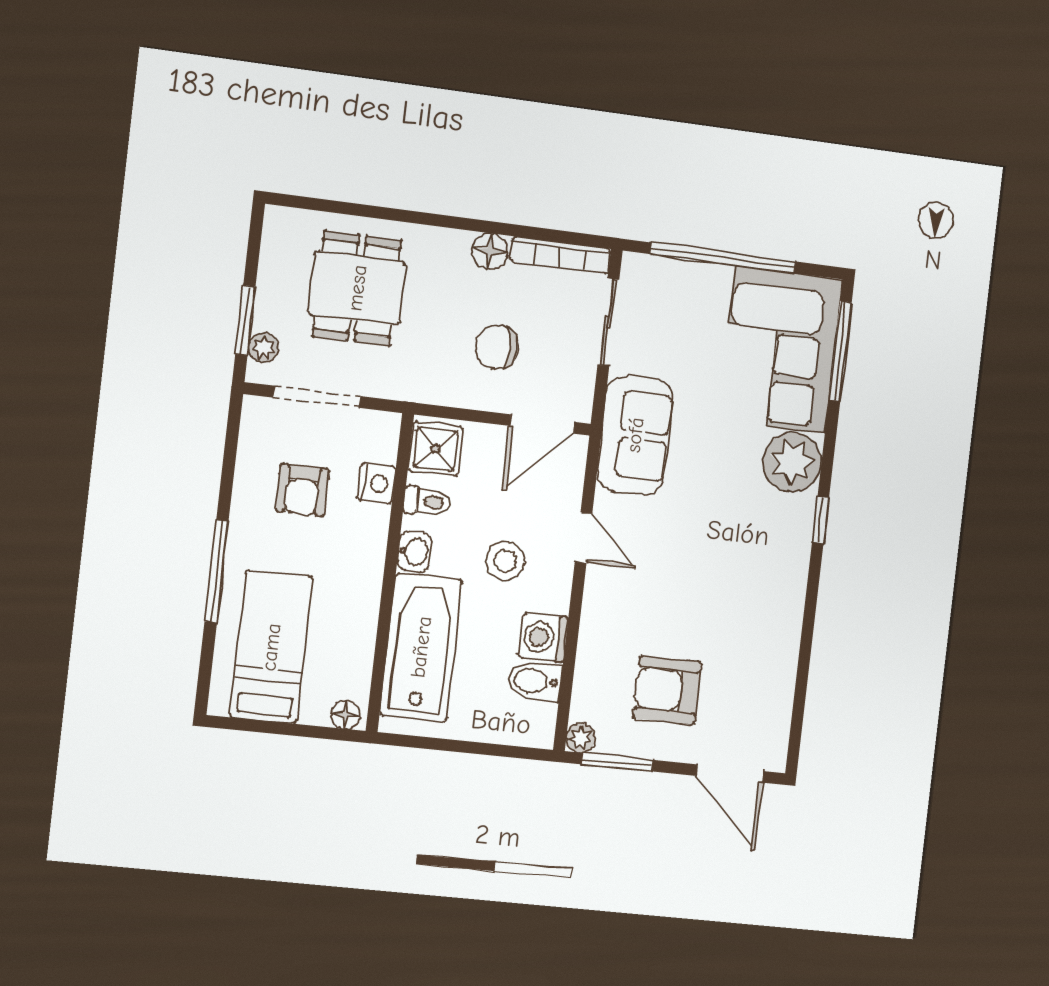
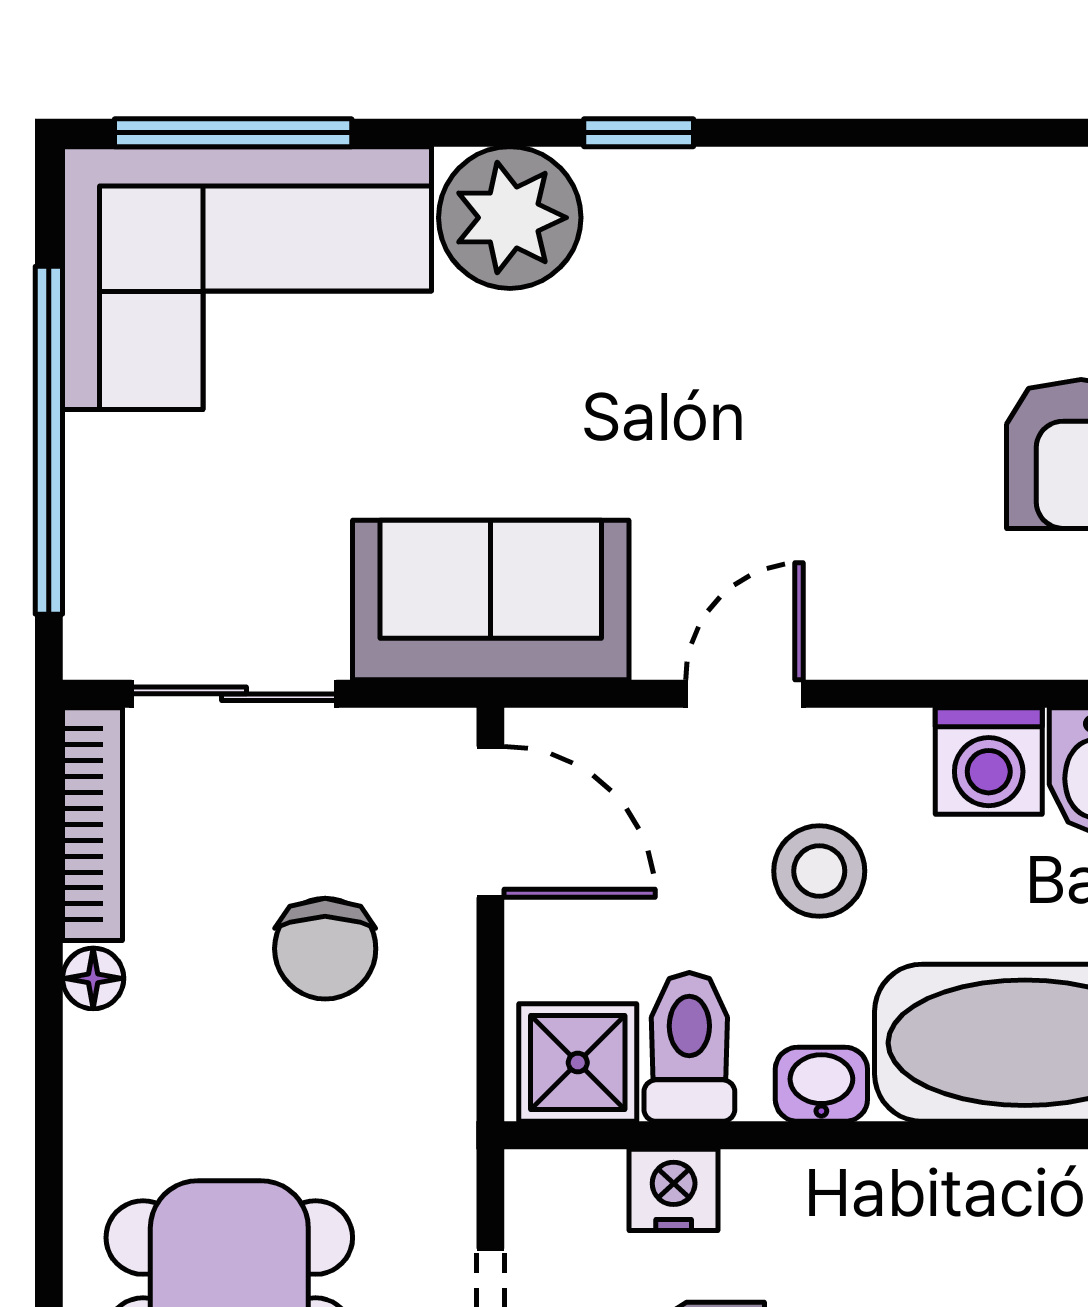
floor lamp: (490, 251) -> (93, 978), width x0.73, depth x0.73
toilet: (427, 501) -> (689, 1047), width x1.37, depth x1.39

